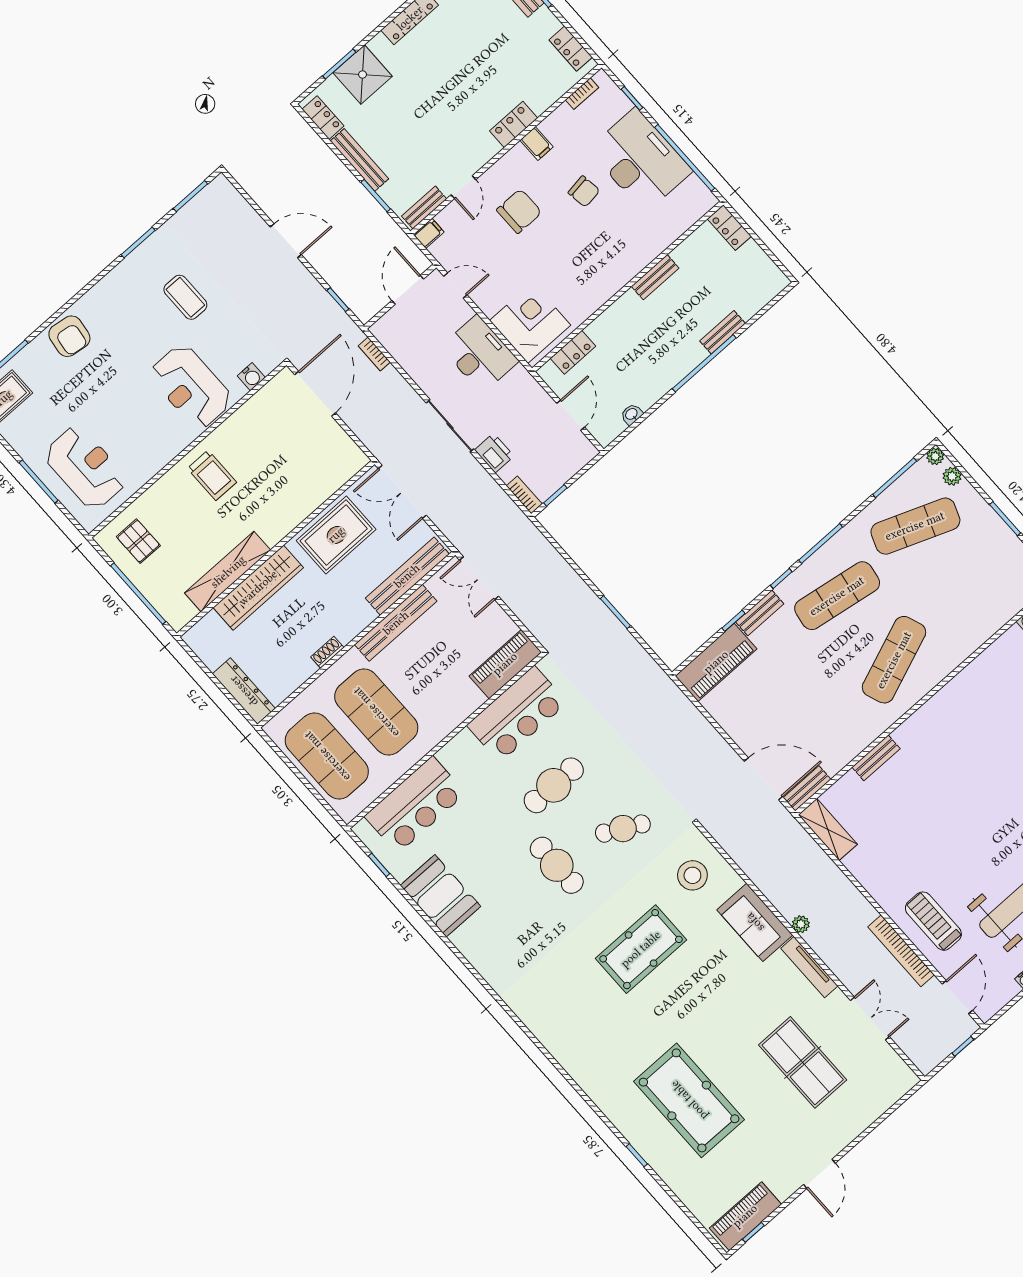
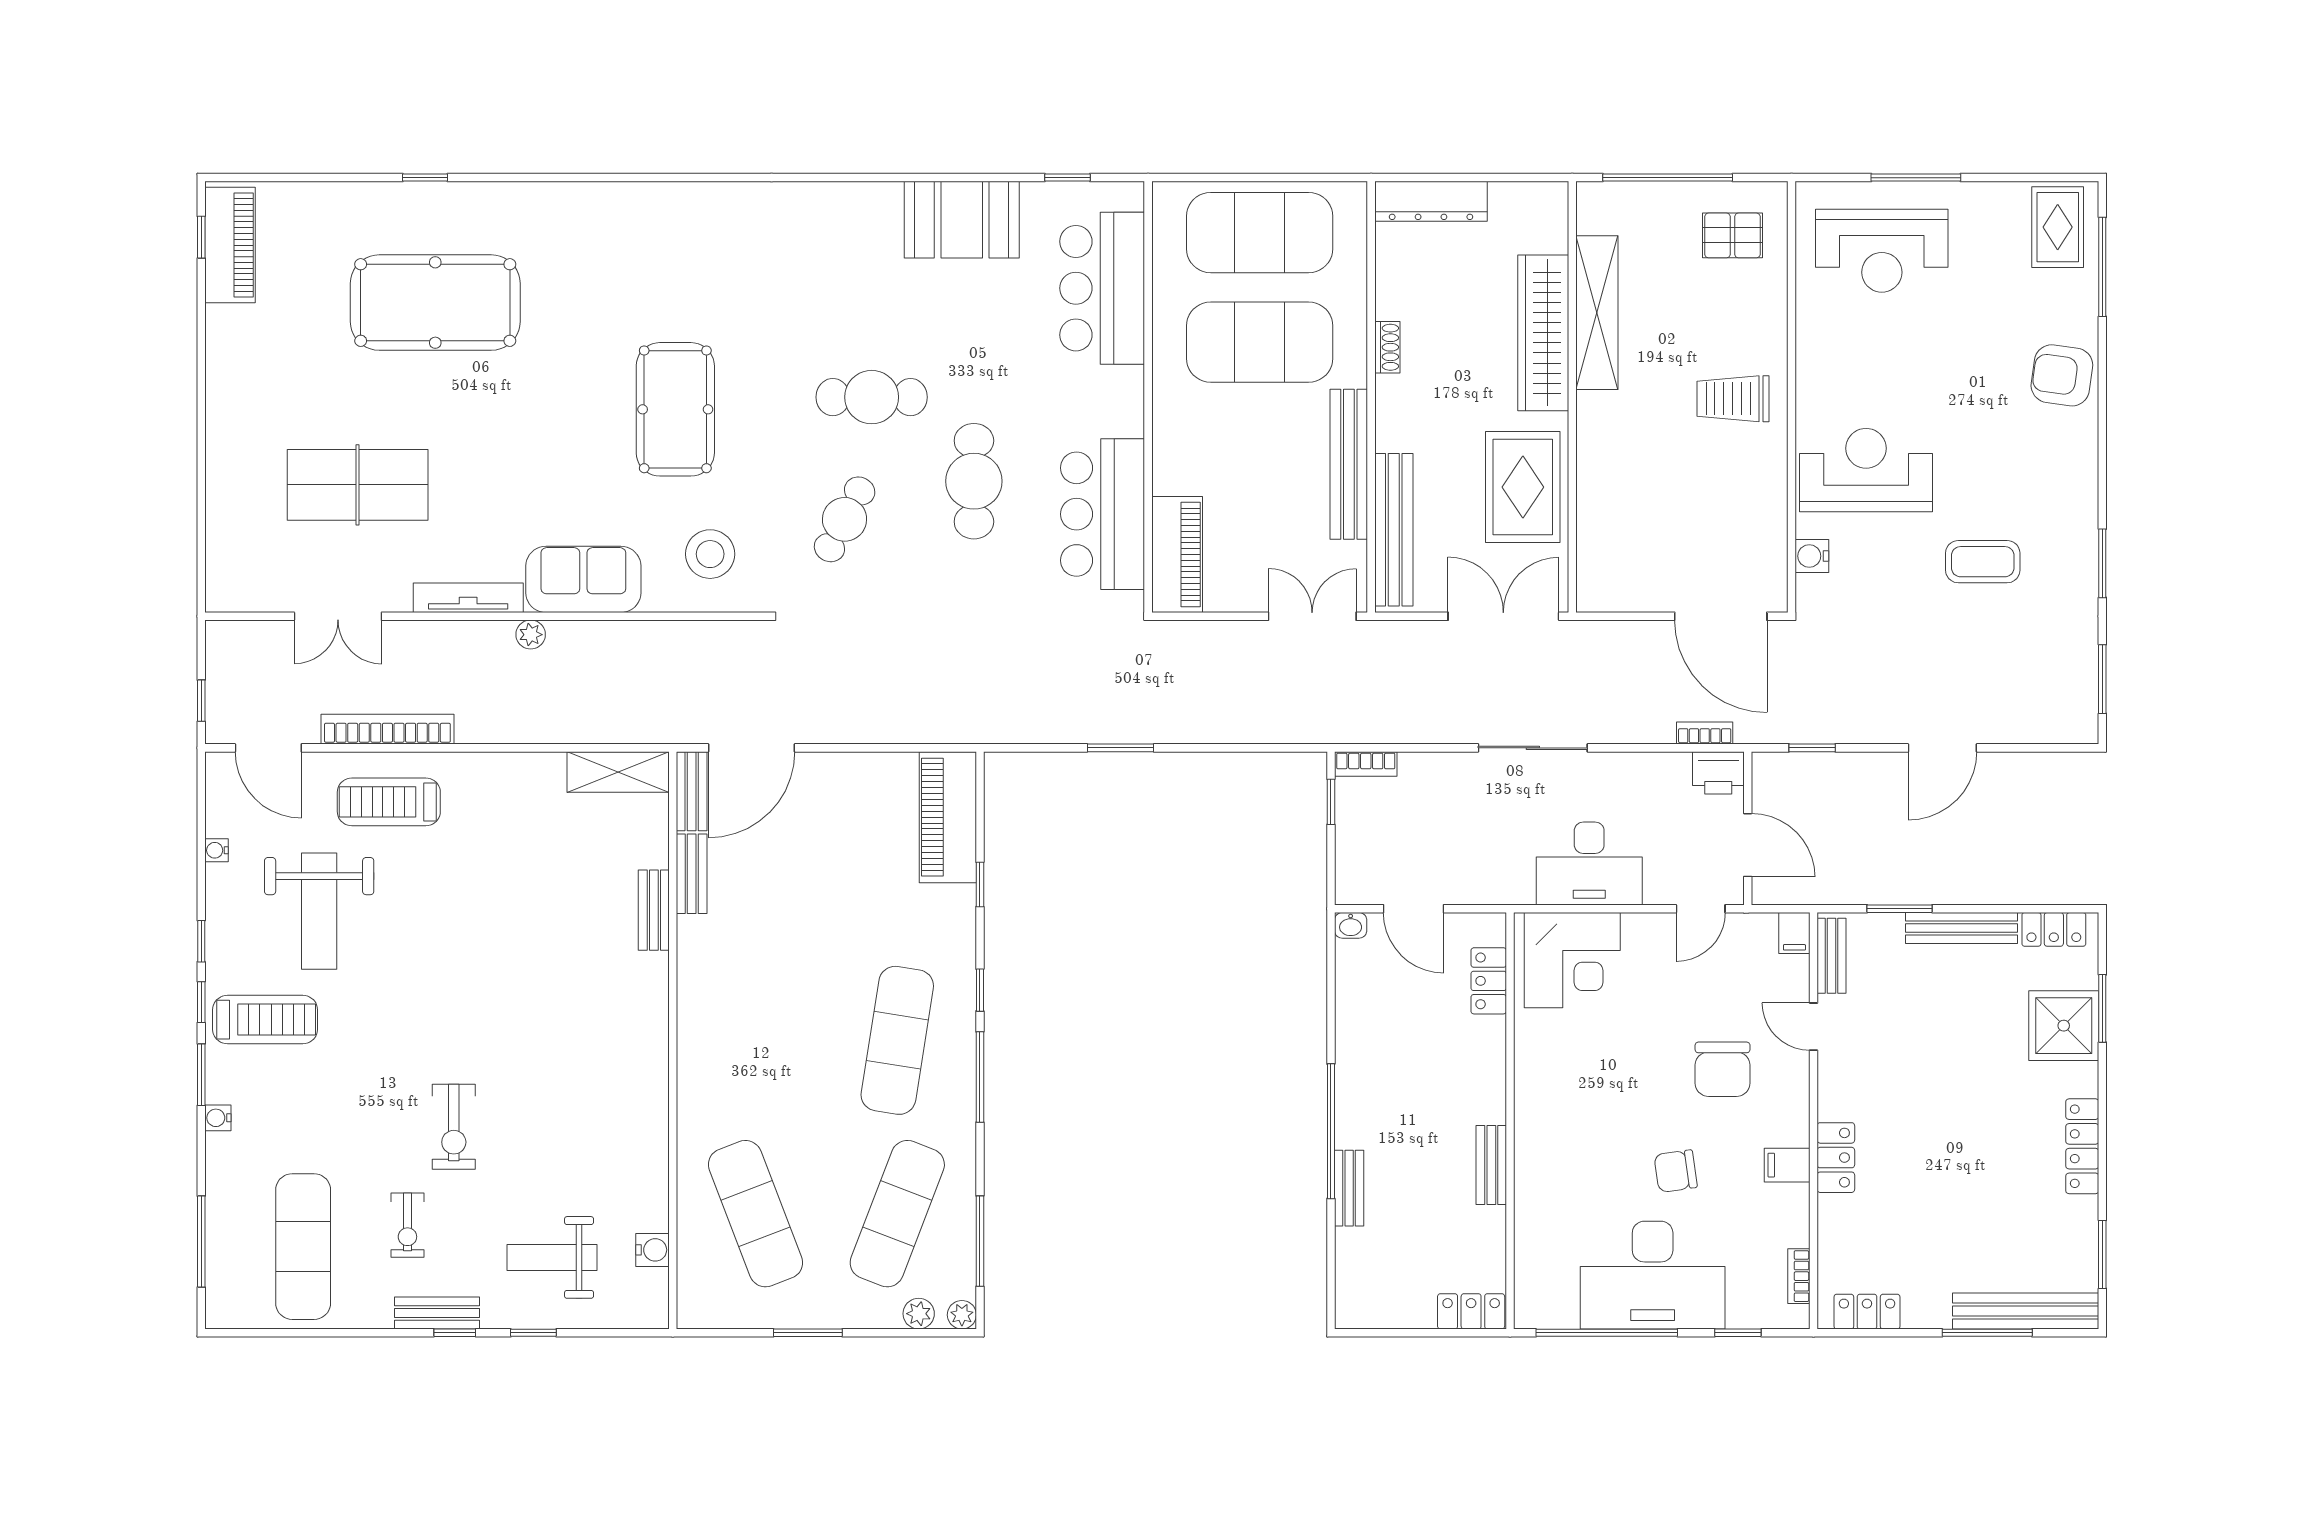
washbasin: (632, 414) -> (1351, 925), moved, turned 90
printer: (494, 453) -> (1718, 773), moved
bench: (760, 613) -> (692, 874), moved
exercise mat: (894, 660) -> (755, 1214), moved
treadmill: (933, 921) -> (389, 802), turned 180
door: (819, 1174) -> (201, 383), removed

